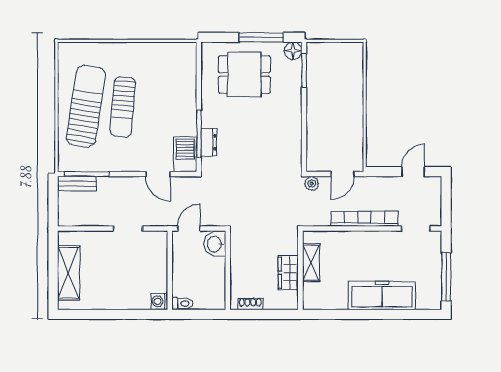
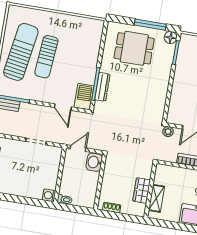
dresser: (209, 142) -> (102, 87), width x1.44
shelving: (311, 263) -> (156, 198), moved

